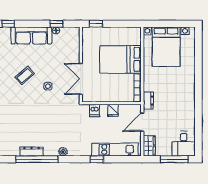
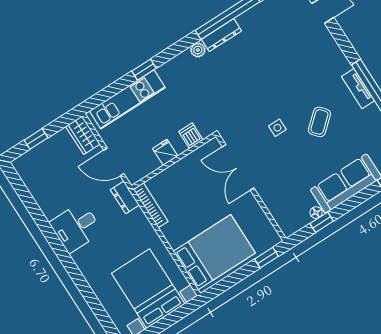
bed: (121, 59) -> (214, 252), moved
double door: (81, 79) -> (238, 167), swing flipped
door: (142, 122) -> (114, 162), swing flipped
desk: (184, 144) -> (76, 227), moved, turned -90
dresser: (31, 152) -> (221, 35), moved
window: (174, 159) -> (36, 139), width x0.46

